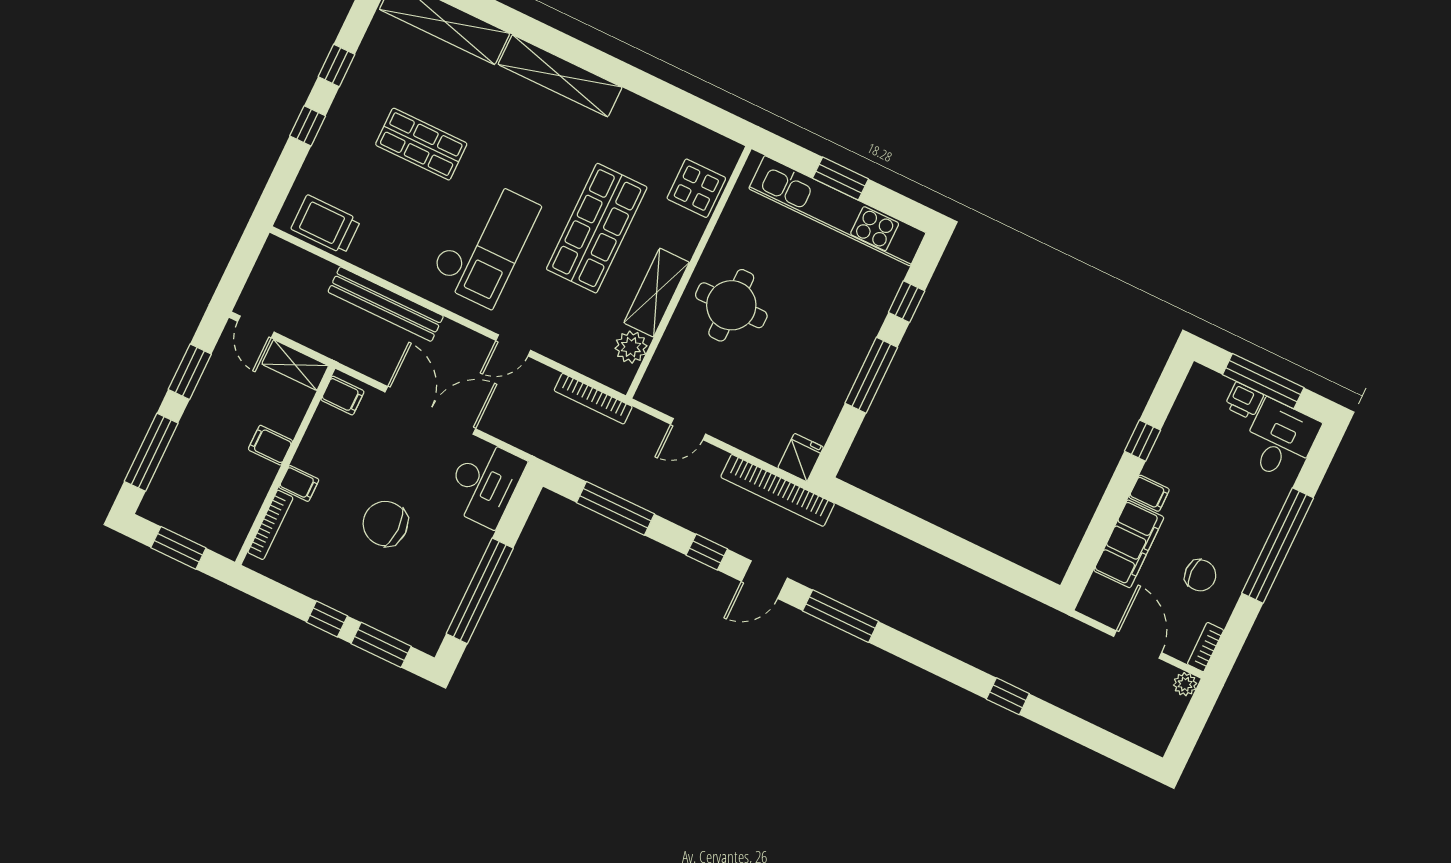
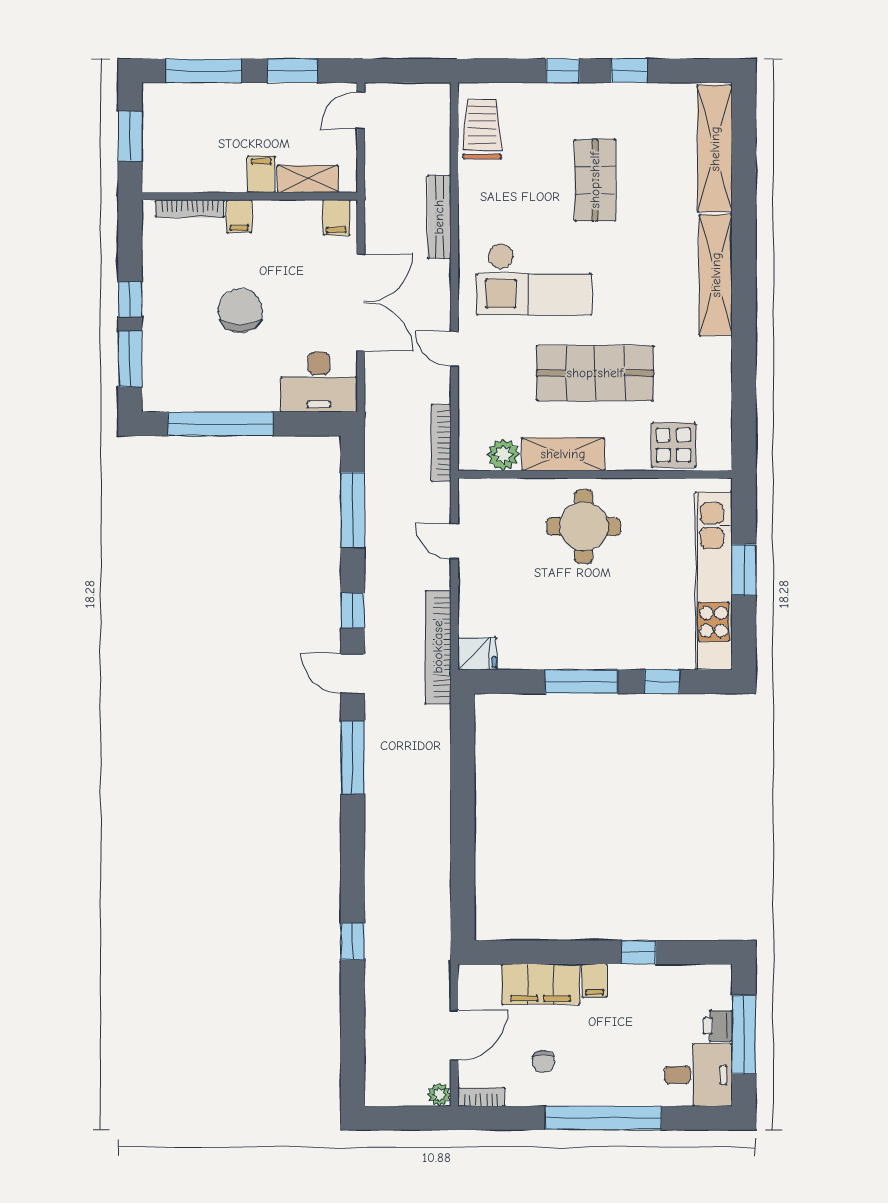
bench: (386, 304) -> (439, 217), width x0.73, depth x0.82
shelving: (295, 365) -> (308, 179), moved, turned 90
chair: (1200, 575) -> (543, 1062), width x0.73, depth x0.73

